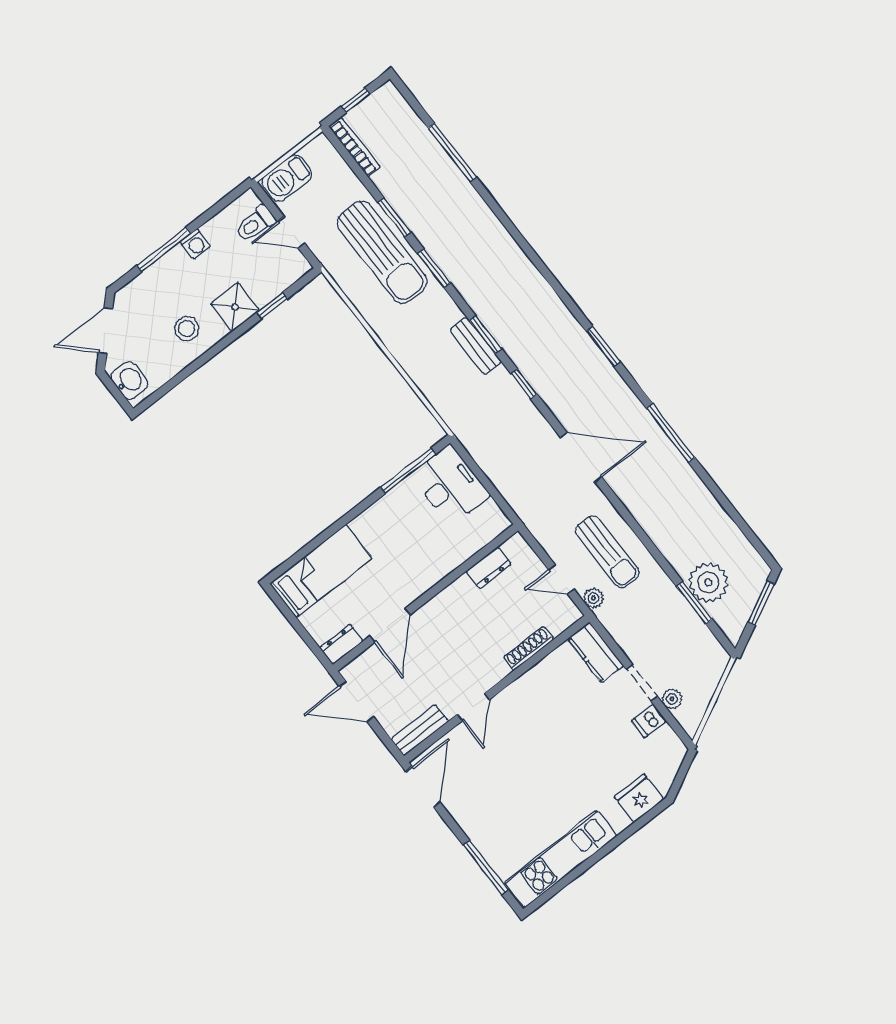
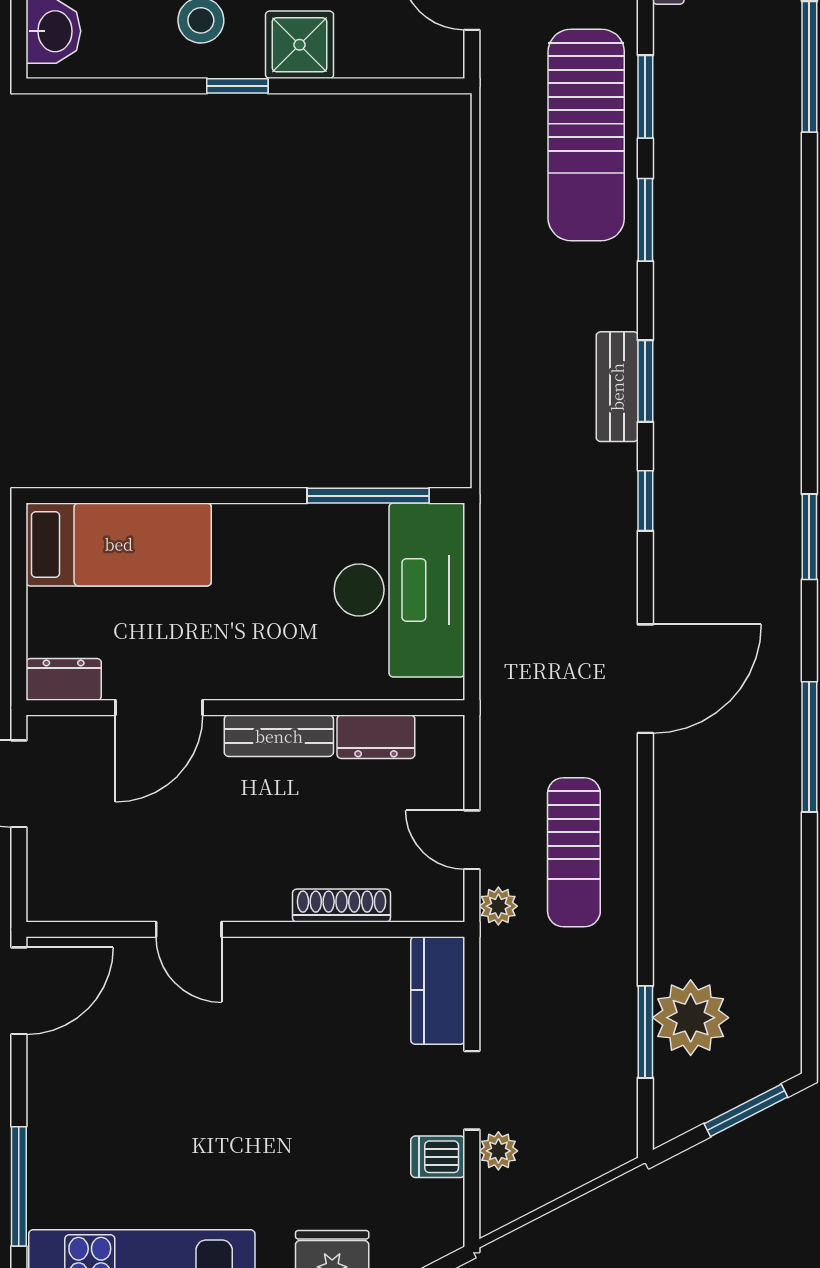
window: (272, 305) -> (237, 86), moved
door: (581, 457) -> (645, 679), hinge flipped
desk: (450, 485) -> (399, 590), width x1.36, depth x1.30
door: (473, 707) -> (189, 929), hinge flipped
bench: (420, 730) -> (279, 736), moved

